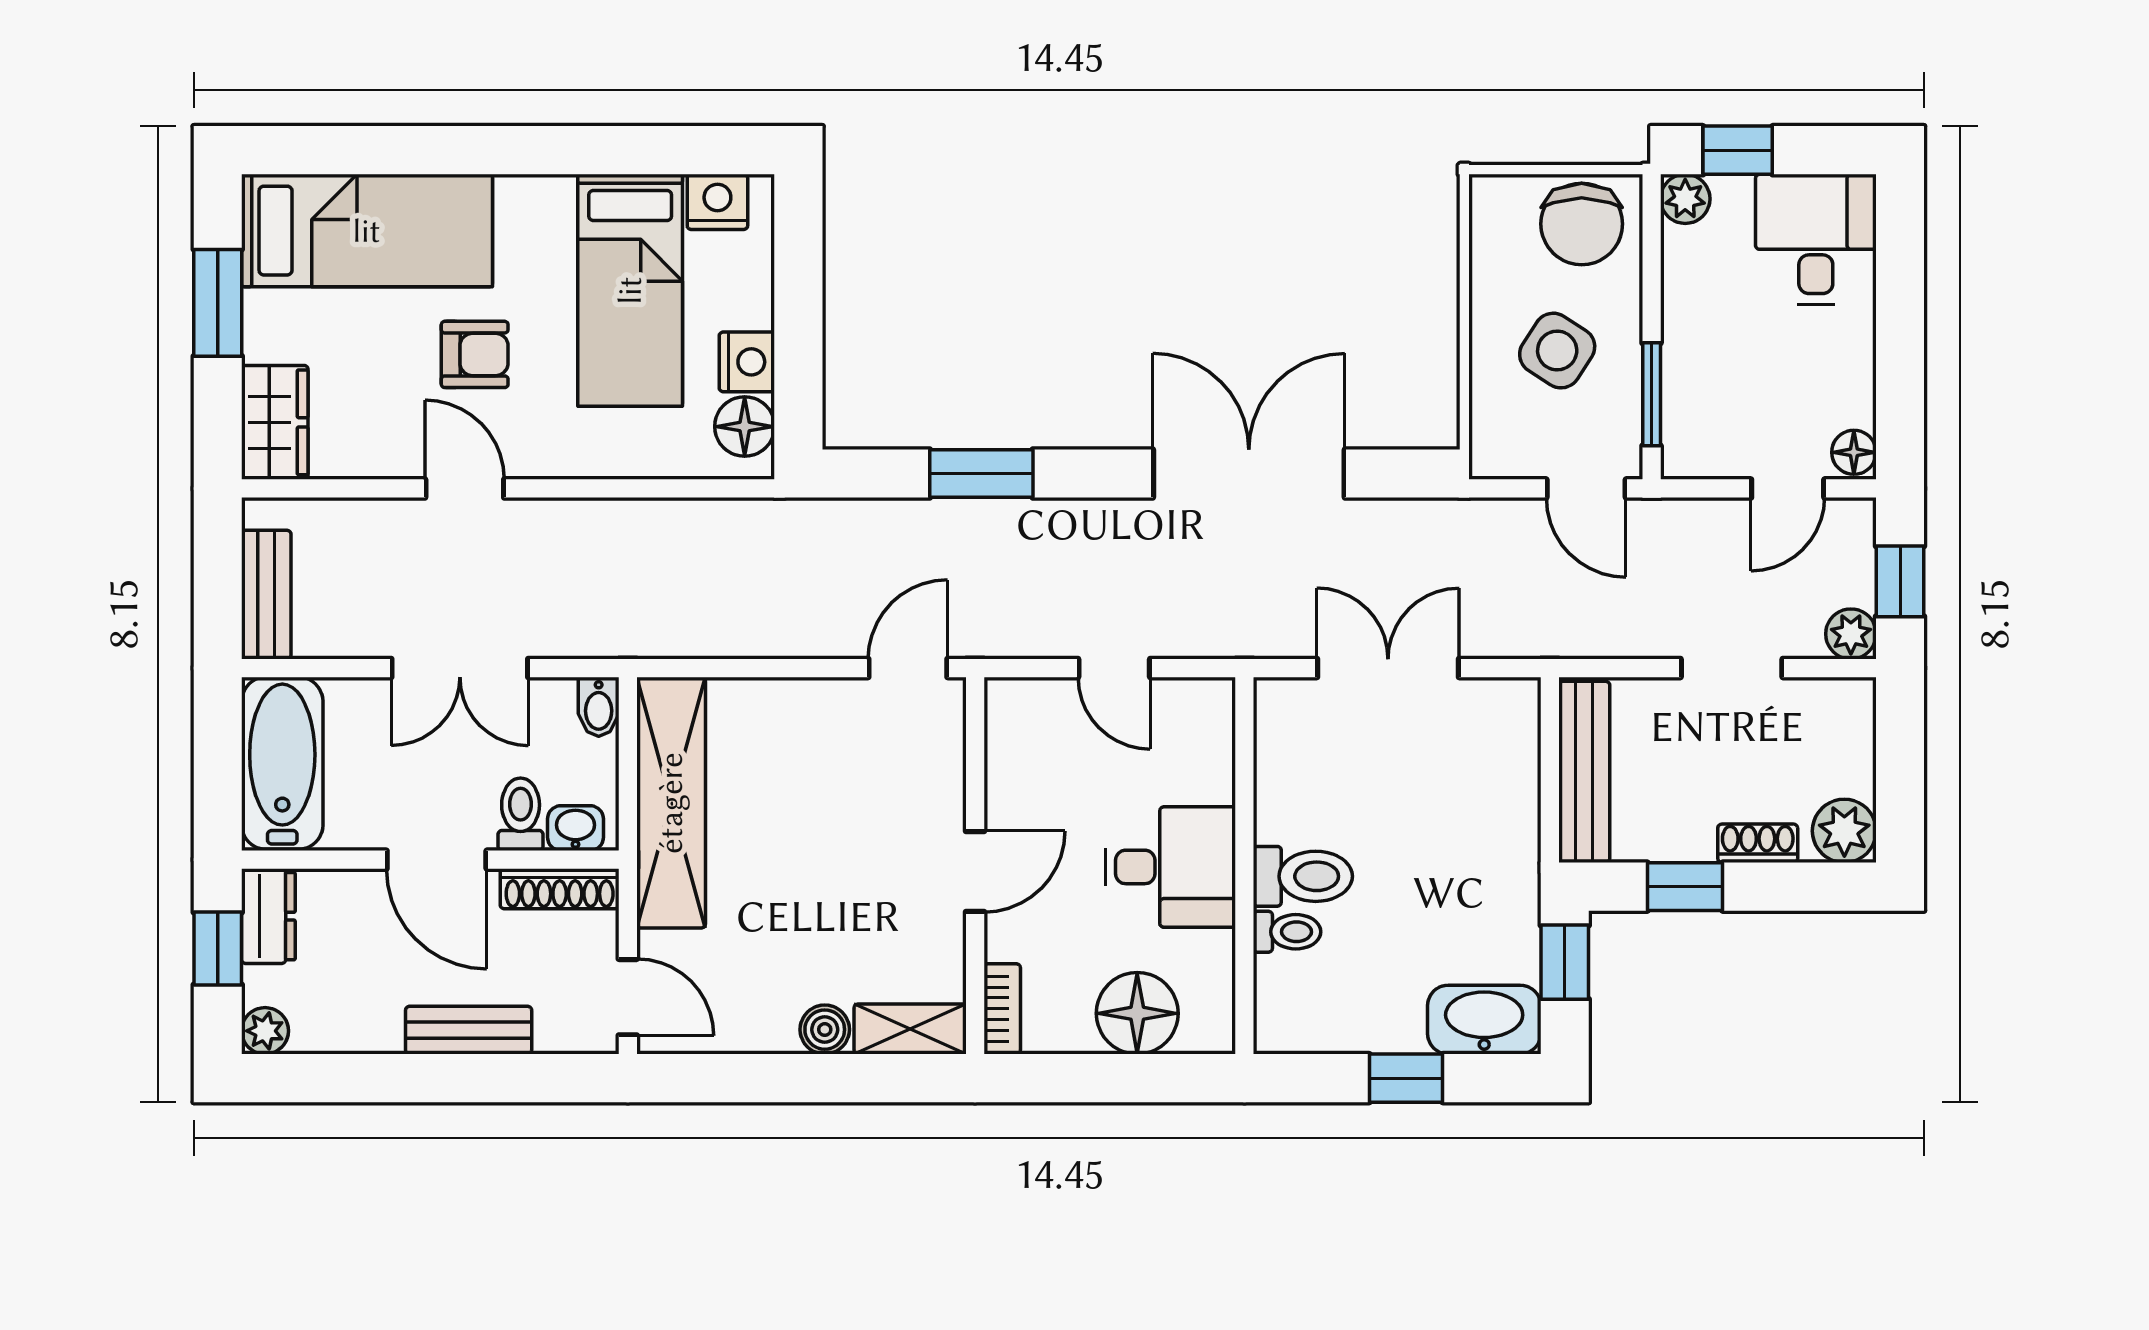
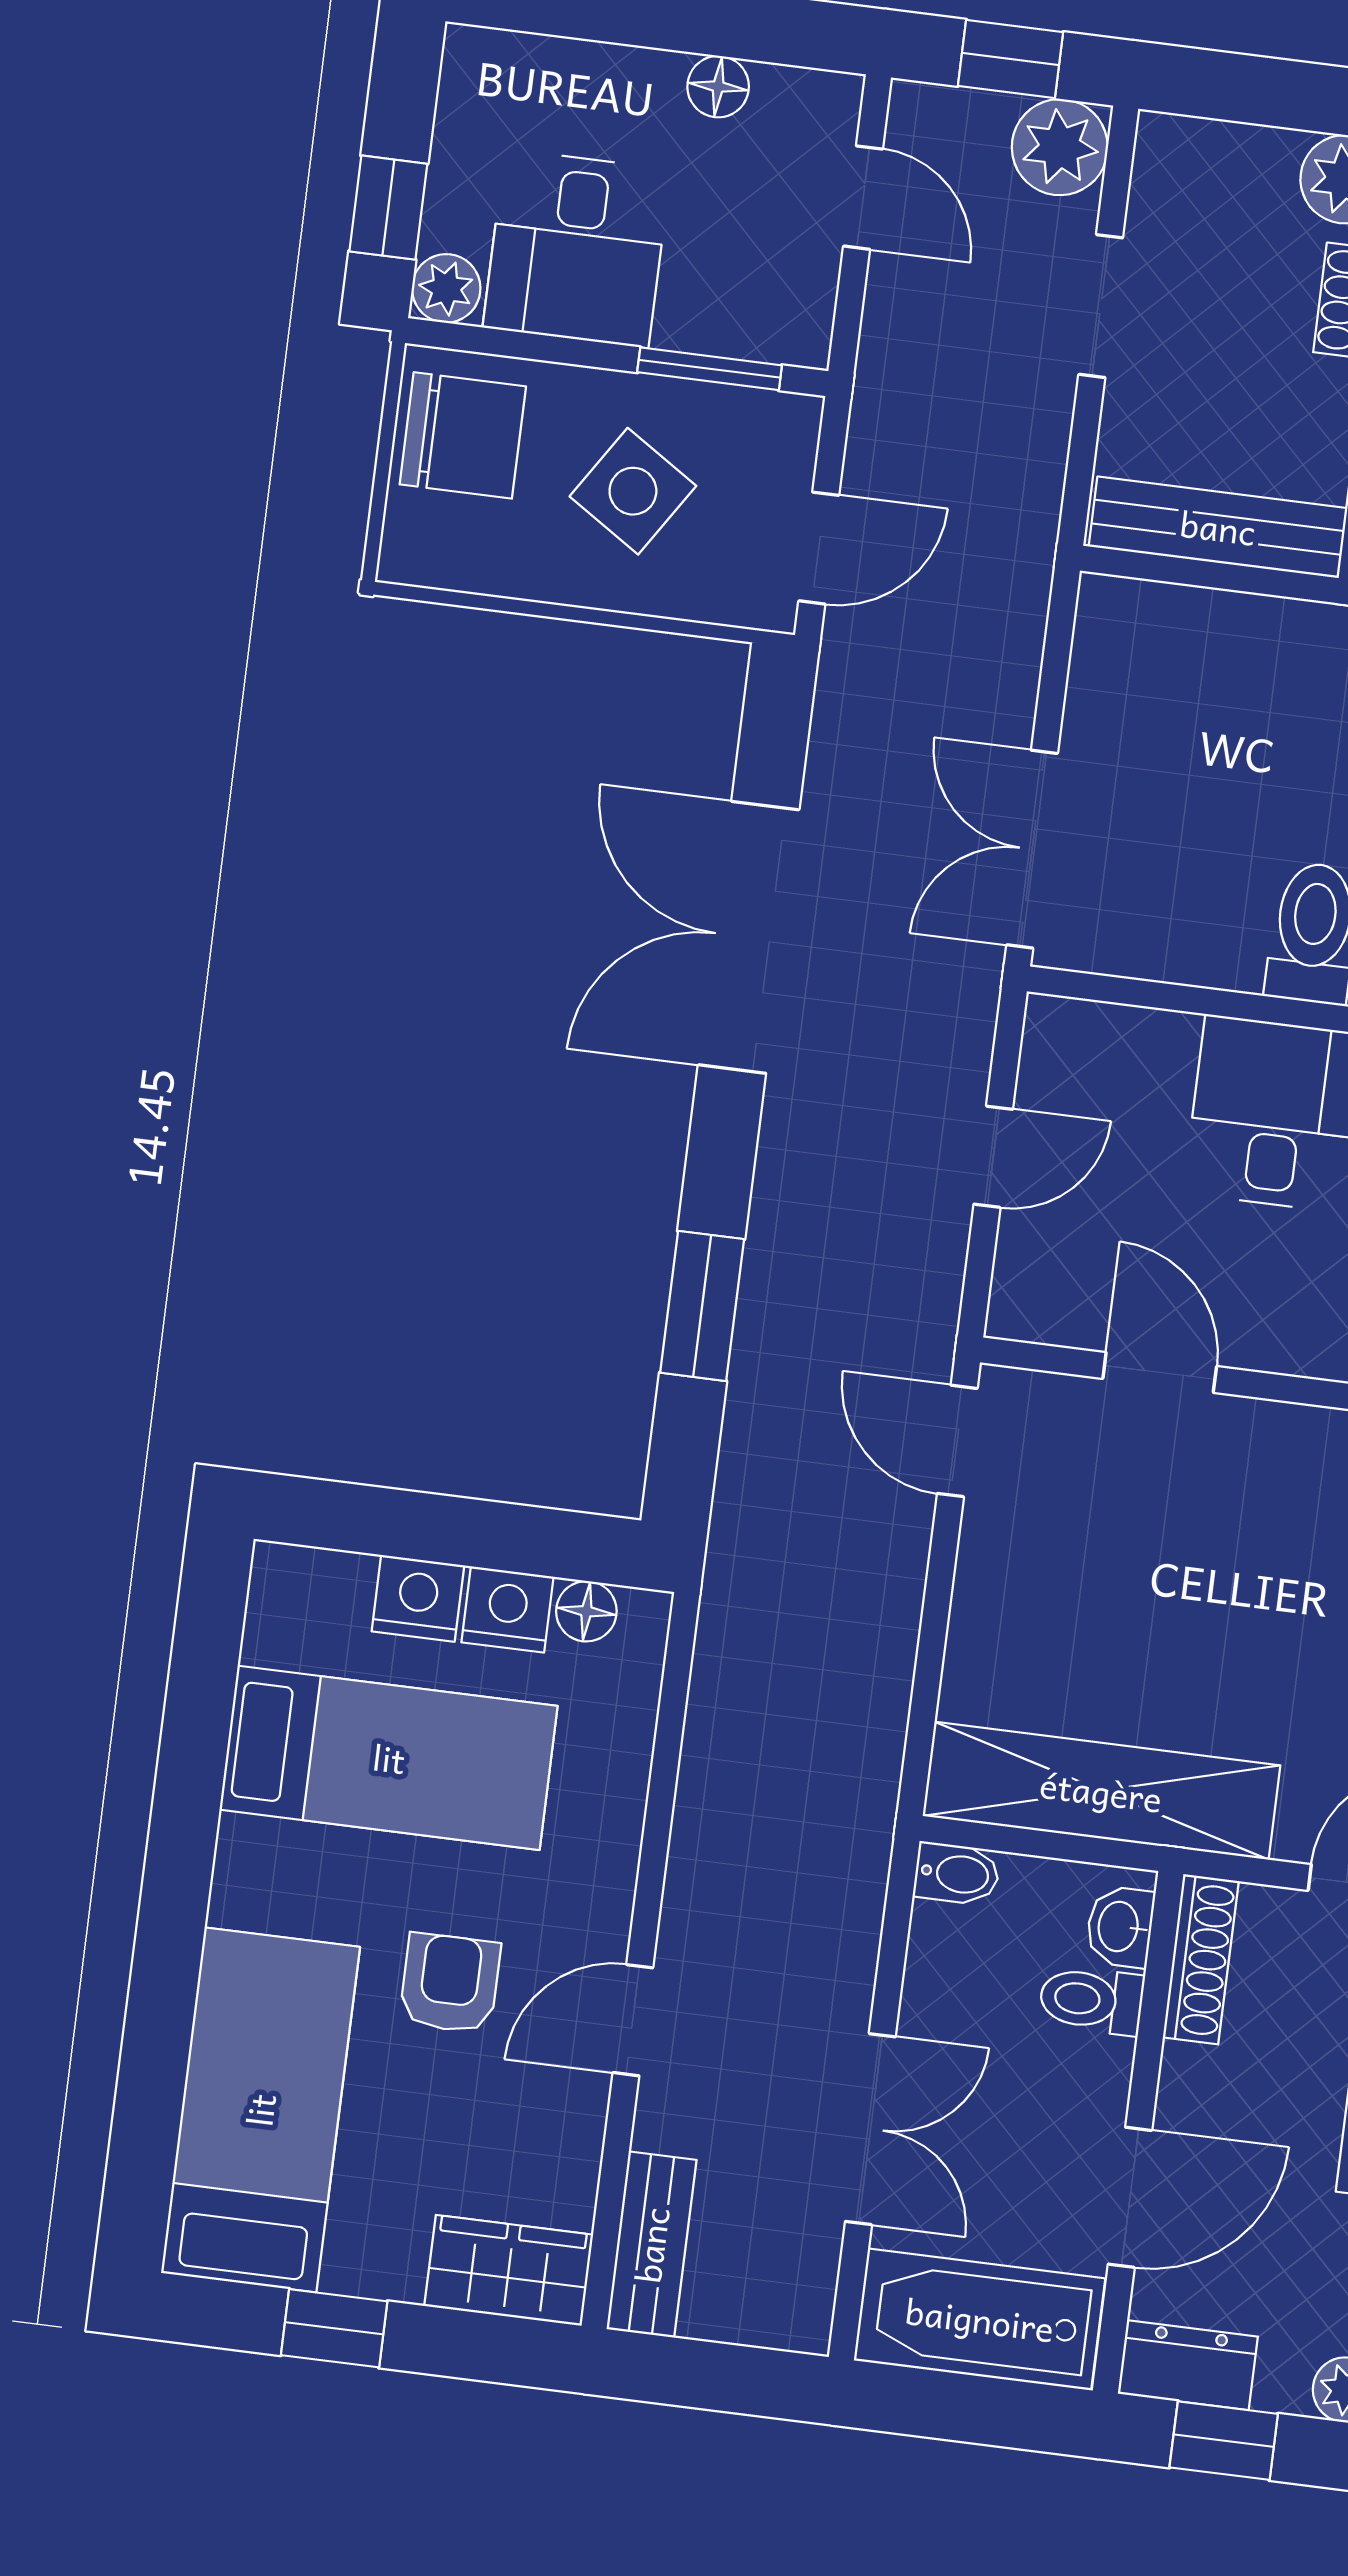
nightstand: (717, 202) -> (418, 1598), moved, turned 90
desk: (1816, 239) -> (577, 248), moved, turned -90
window: (218, 303) -> (334, 2328), width x0.67
floor lamp: (745, 427) -> (586, 1611), width x0.73, depth x0.73
floor lamp: (1854, 452) -> (718, 87), moved
door: (1586, 488) -> (819, 548), moved
bench: (266, 595) -> (651, 2245), moved, turned 90
plant: (1851, 634) -> (1060, 147), width x1.38, depth x1.38
double door: (460, 668) -> (870, 2129), moved
double door: (1388, 668) -> (1032, 849), moved
door: (437, 860) -> (1130, 2197), moved
door: (975, 872) -> (1160, 1372), moved

